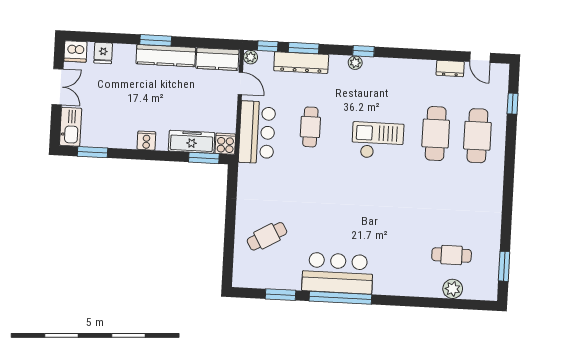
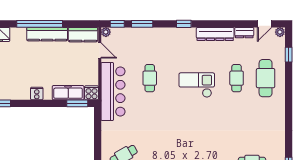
window: (156, 40) -> (40, 24), width x2.11
door: (480, 57) -> (265, 24), hinge flipped
dresser: (301, 63) -> (215, 34), moved
plant: (355, 63) -> (280, 32), moved
bar counter: (257, 132) -> (113, 91), width x1.36
cafe table: (436, 134) -> (237, 78), width x0.73, depth x0.74

